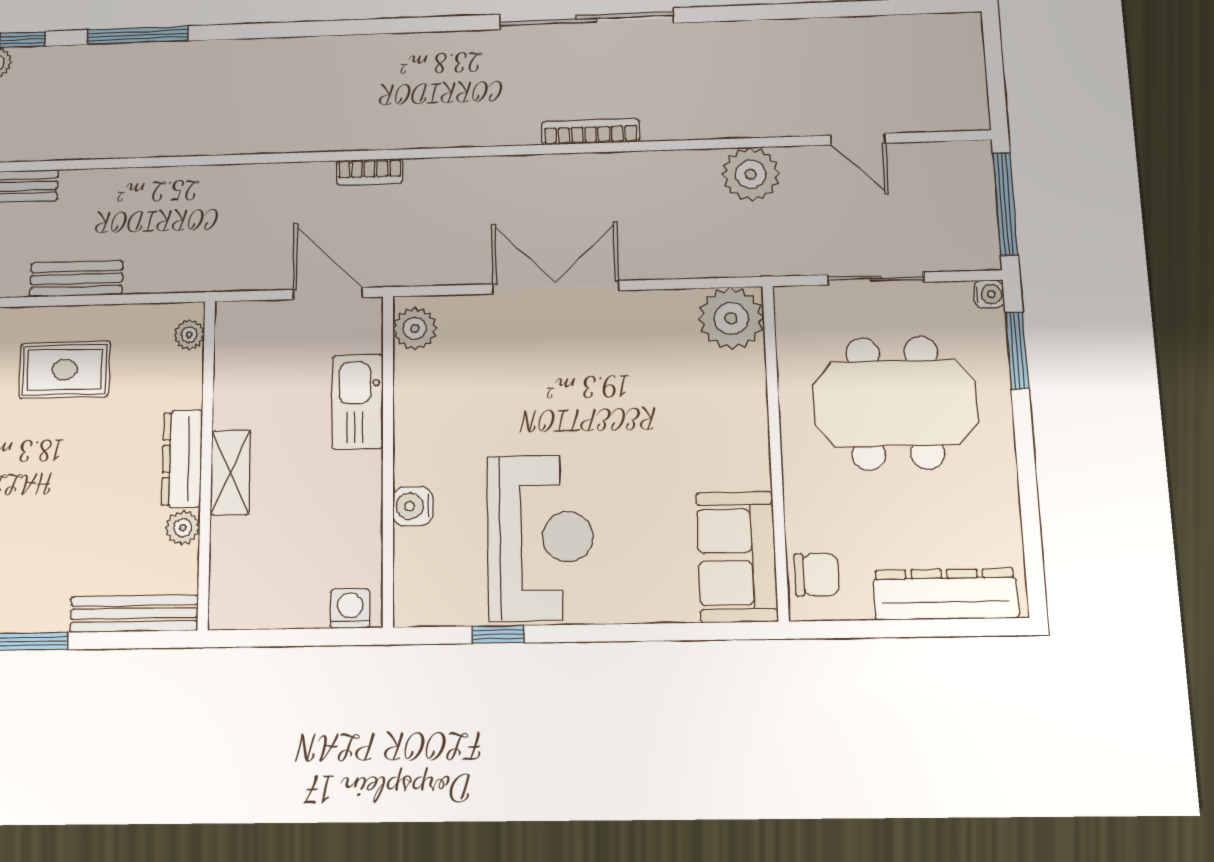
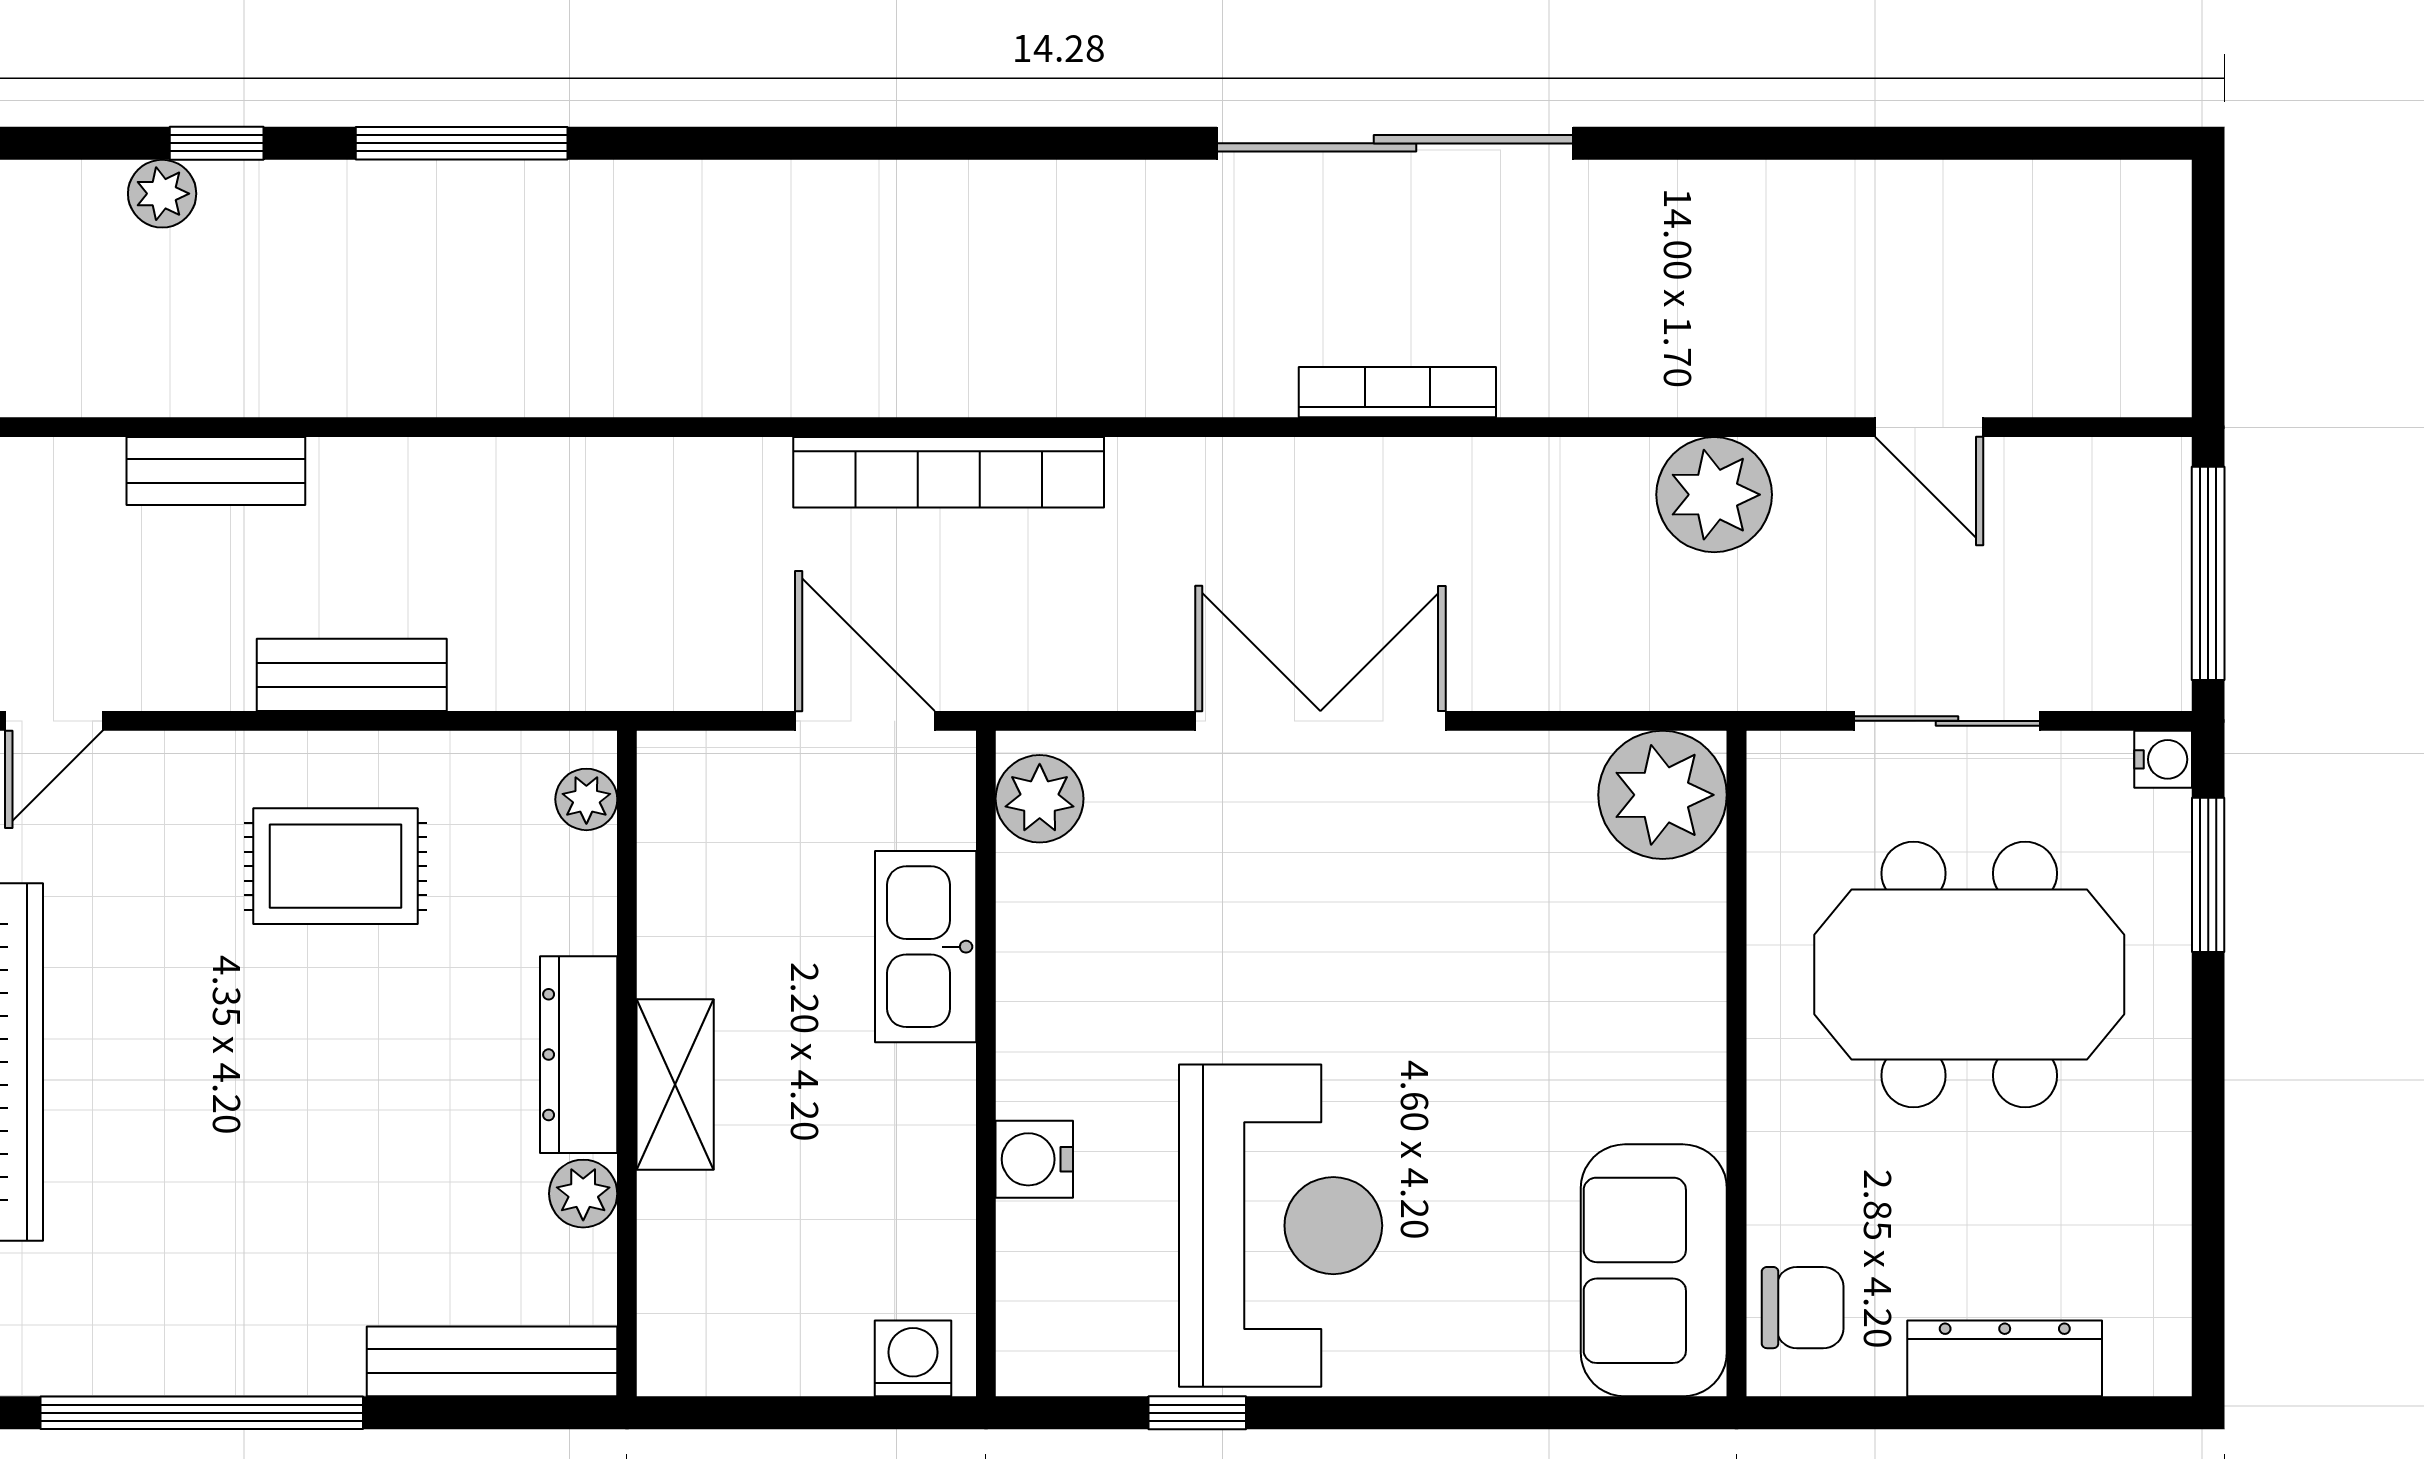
bookcase: (370, 172) -> (949, 472), width x2.31, depth x1.31
dresser: (945, 594) -> (2005, 1358), width x0.73, depth x0.80

